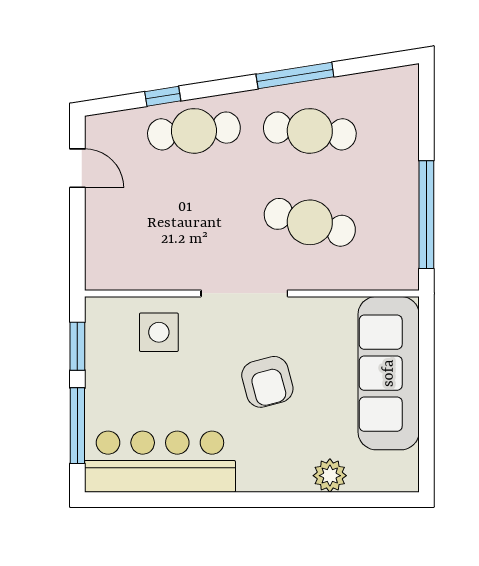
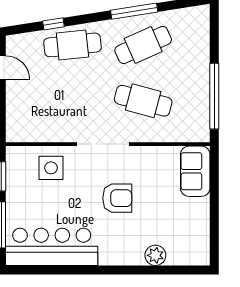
cafe table: (310, 131) -> (143, 45), turned -30
sofa: (389, 373) -> (195, 171), width x0.54, depth x0.79
armchair: (267, 382) -> (117, 198), turned -75

